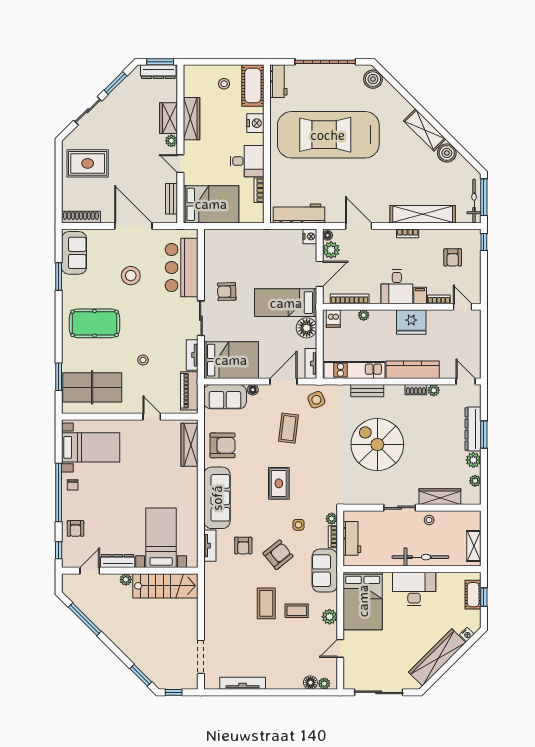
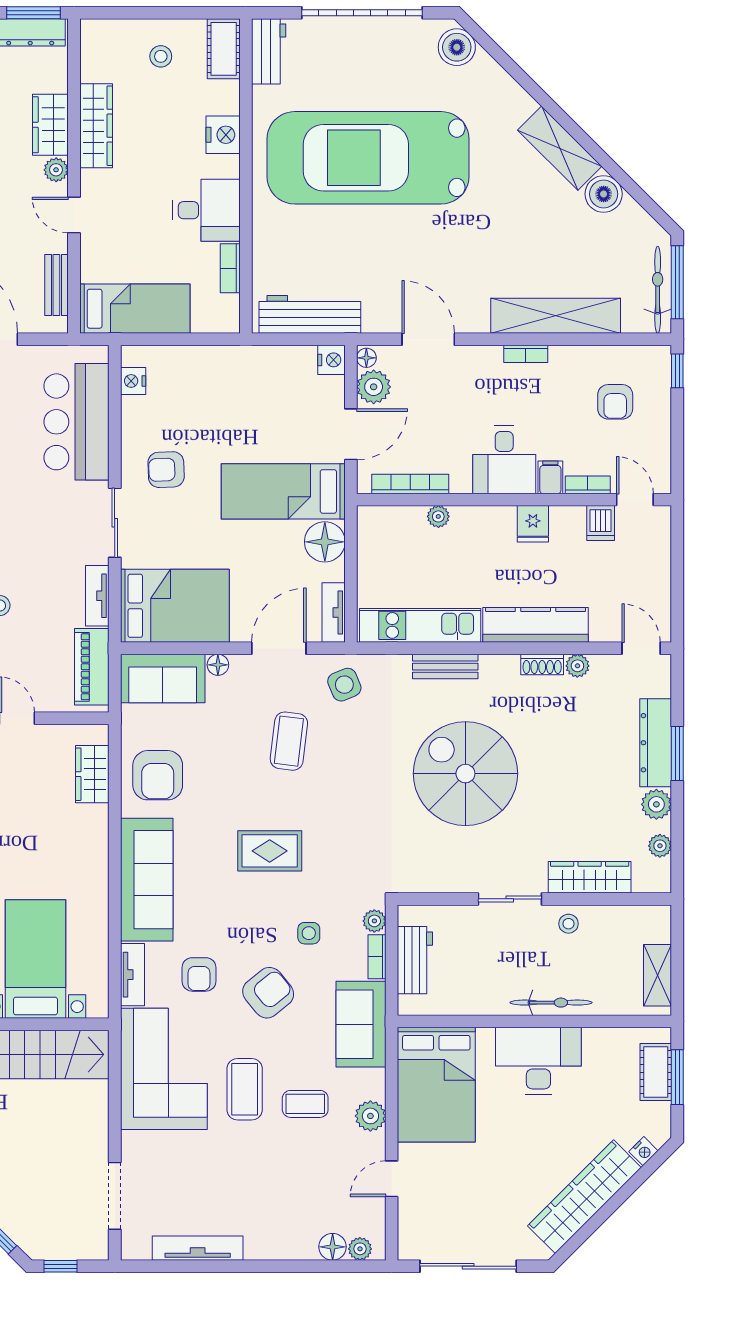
cot: (253, 86) -> (224, 49), width x0.73, depth x0.75
bed: (211, 204) -> (135, 309), width x0.67
nightstand: (210, 247) -> (133, 381), added
dishwasher: (333, 318) -> (601, 523), moved
fridge: (411, 322) -> (533, 524), width x0.53, depth x0.75
wardrobe: (190, 445) -> (92, 774), width x0.67
armchair: (222, 445) -> (158, 775), turned 90
rug: (279, 483) -> (270, 851), turned 90
bicycle: (420, 557) -> (551, 1003), width x0.73, depth x0.71
corner sofa: (226, 593) -> (164, 1069), added
window: (484, 597) -> (677, 1077), width x1.50

